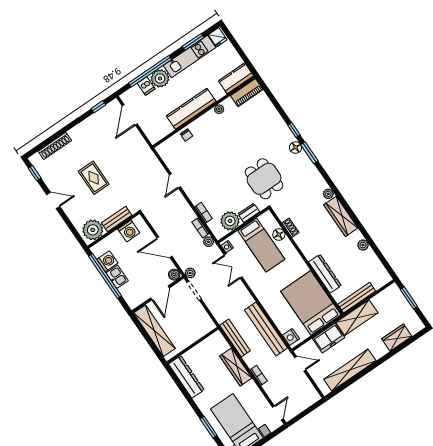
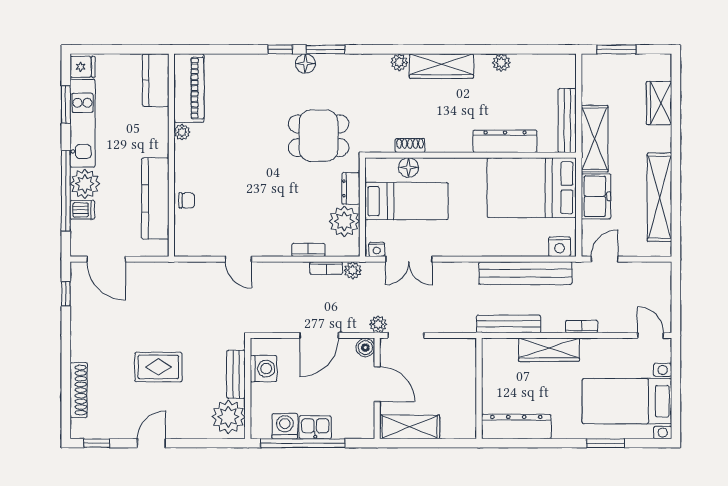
piano: (247, 93) -> (189, 88), width x1.37, depth x1.33
kitchen counter: (191, 109) -> (155, 199), moved
shelving: (154, 331) -> (410, 427), width x0.68

